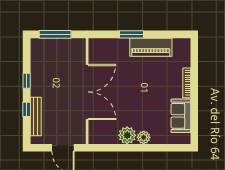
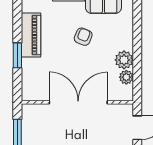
armchair: (149, 97) -> (83, 37), added
plant: (144, 137) -> (126, 77), moved

